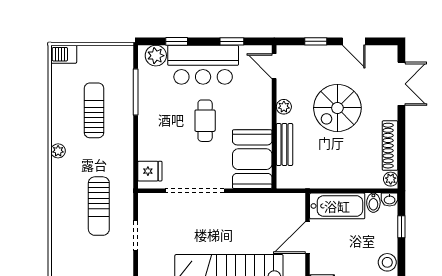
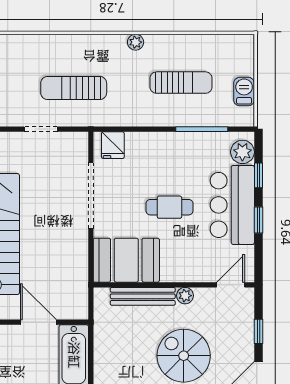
window: (232, 41) -> (258, 220), moved
barbecue: (64, 54) -> (244, 92), moved
bench: (284, 144) -> (143, 296), width x1.36

